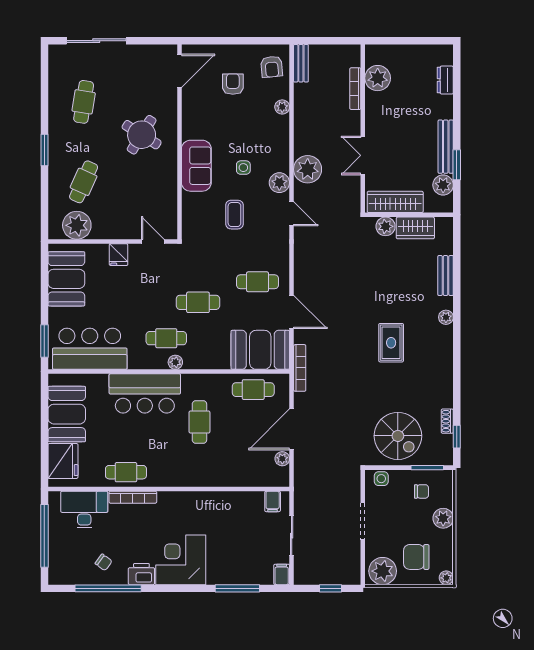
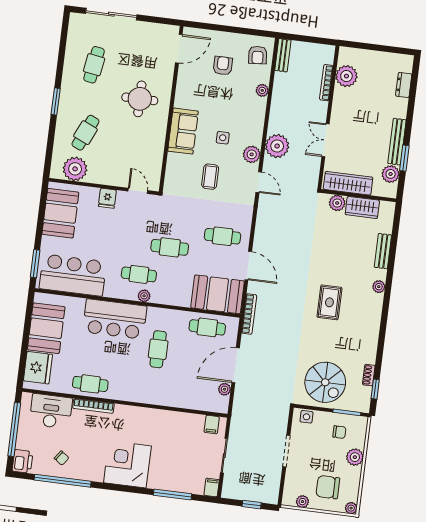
round table: (142, 135) -> (140, 99), turned -32
plant: (383, 571) -> (302, 502), width x0.53, depth x0.53
printer: (141, 574) -> (23, 461), moved, turned 90

